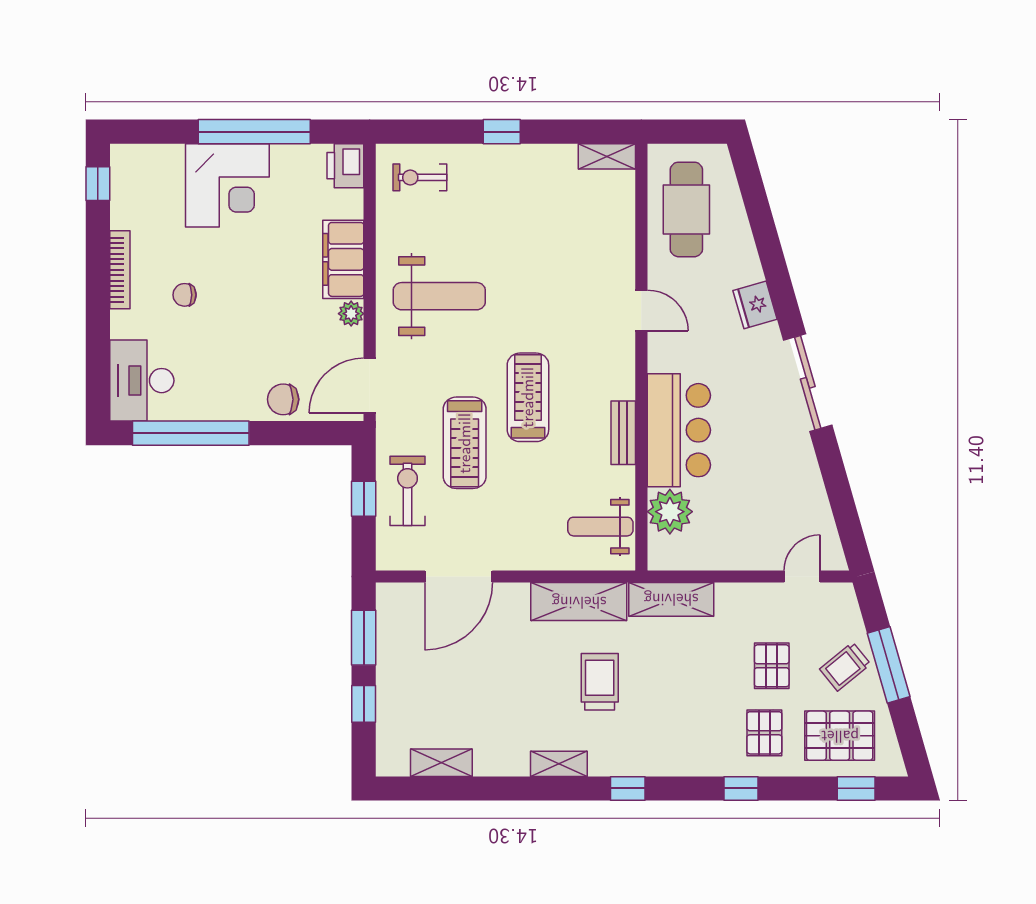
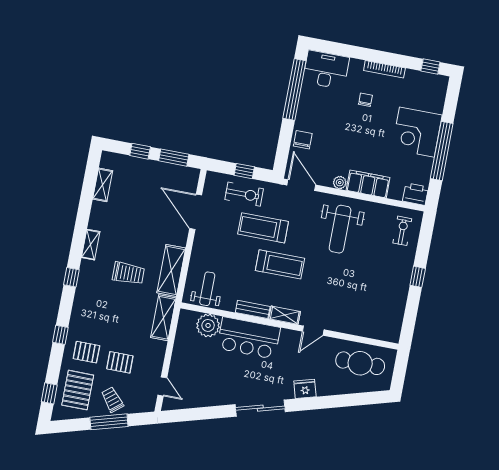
shelving: (607, 156) -> (285, 315), moved, turned 90

